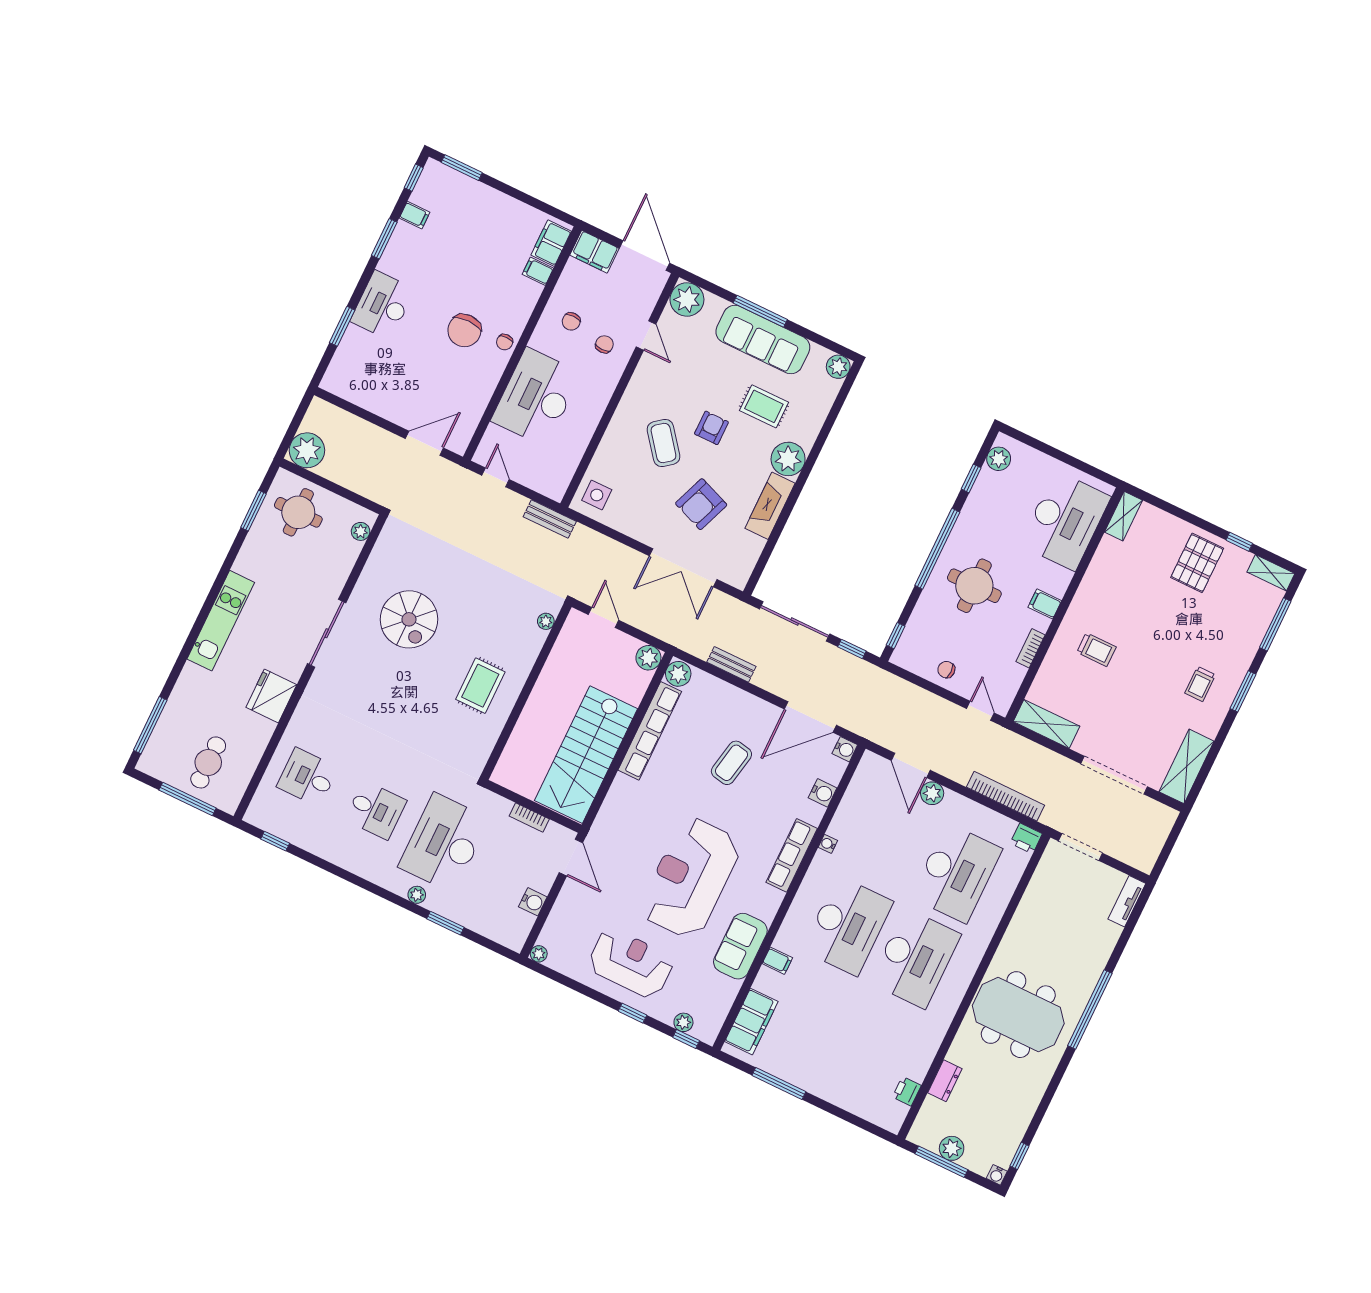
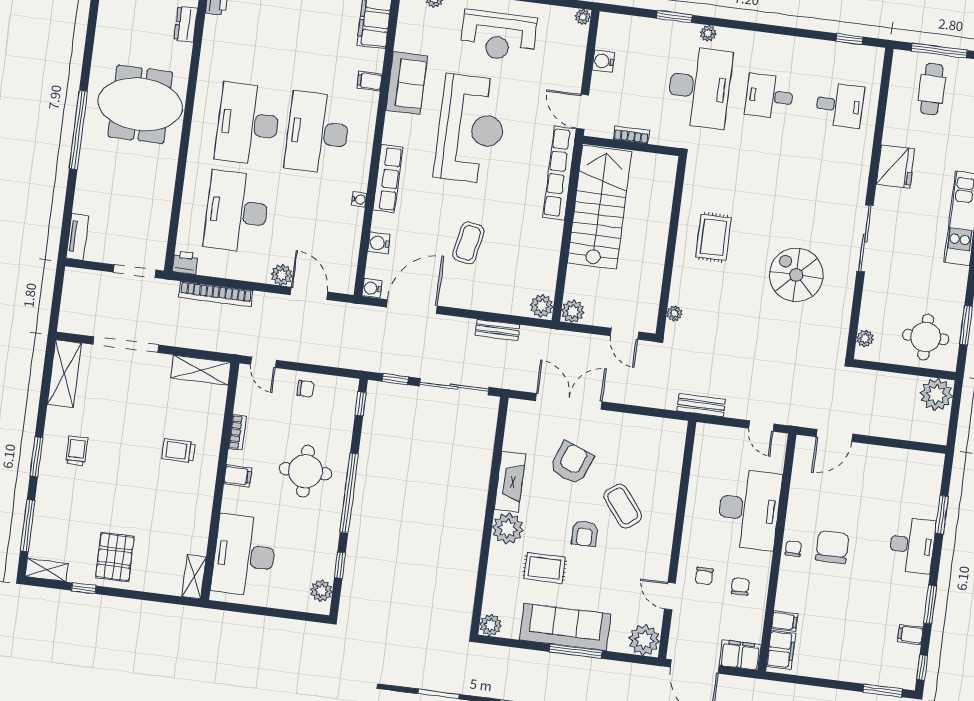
side table: (597, 495) -> (667, 440), removed
row of seats: (650, 731) -> (560, 173), moved

